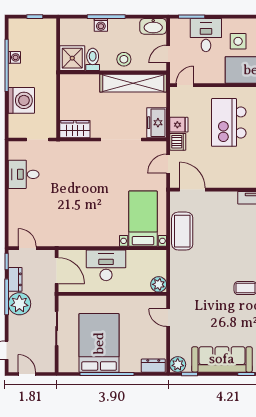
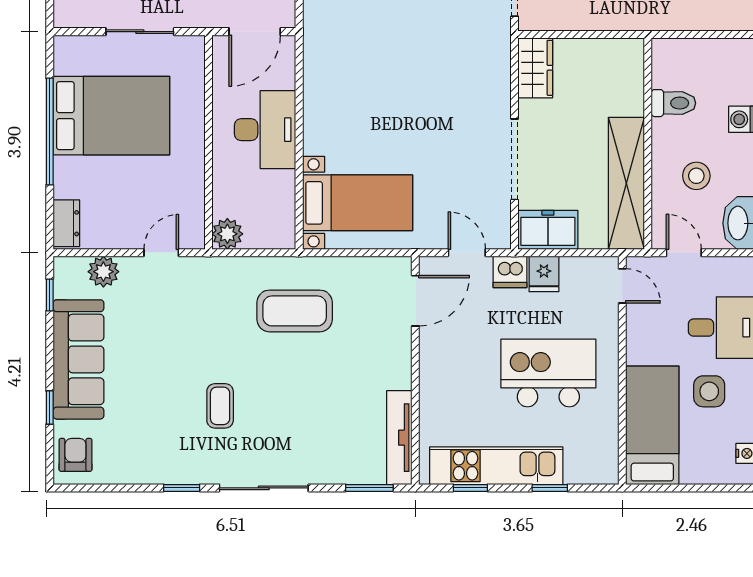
shower: (72, 58) -> (676, 63), removed
stool: (124, 59) -> (696, 176), moved
coffee table: (182, 231) -> (295, 311), moved
plant: (178, 364) -> (103, 272), moved

